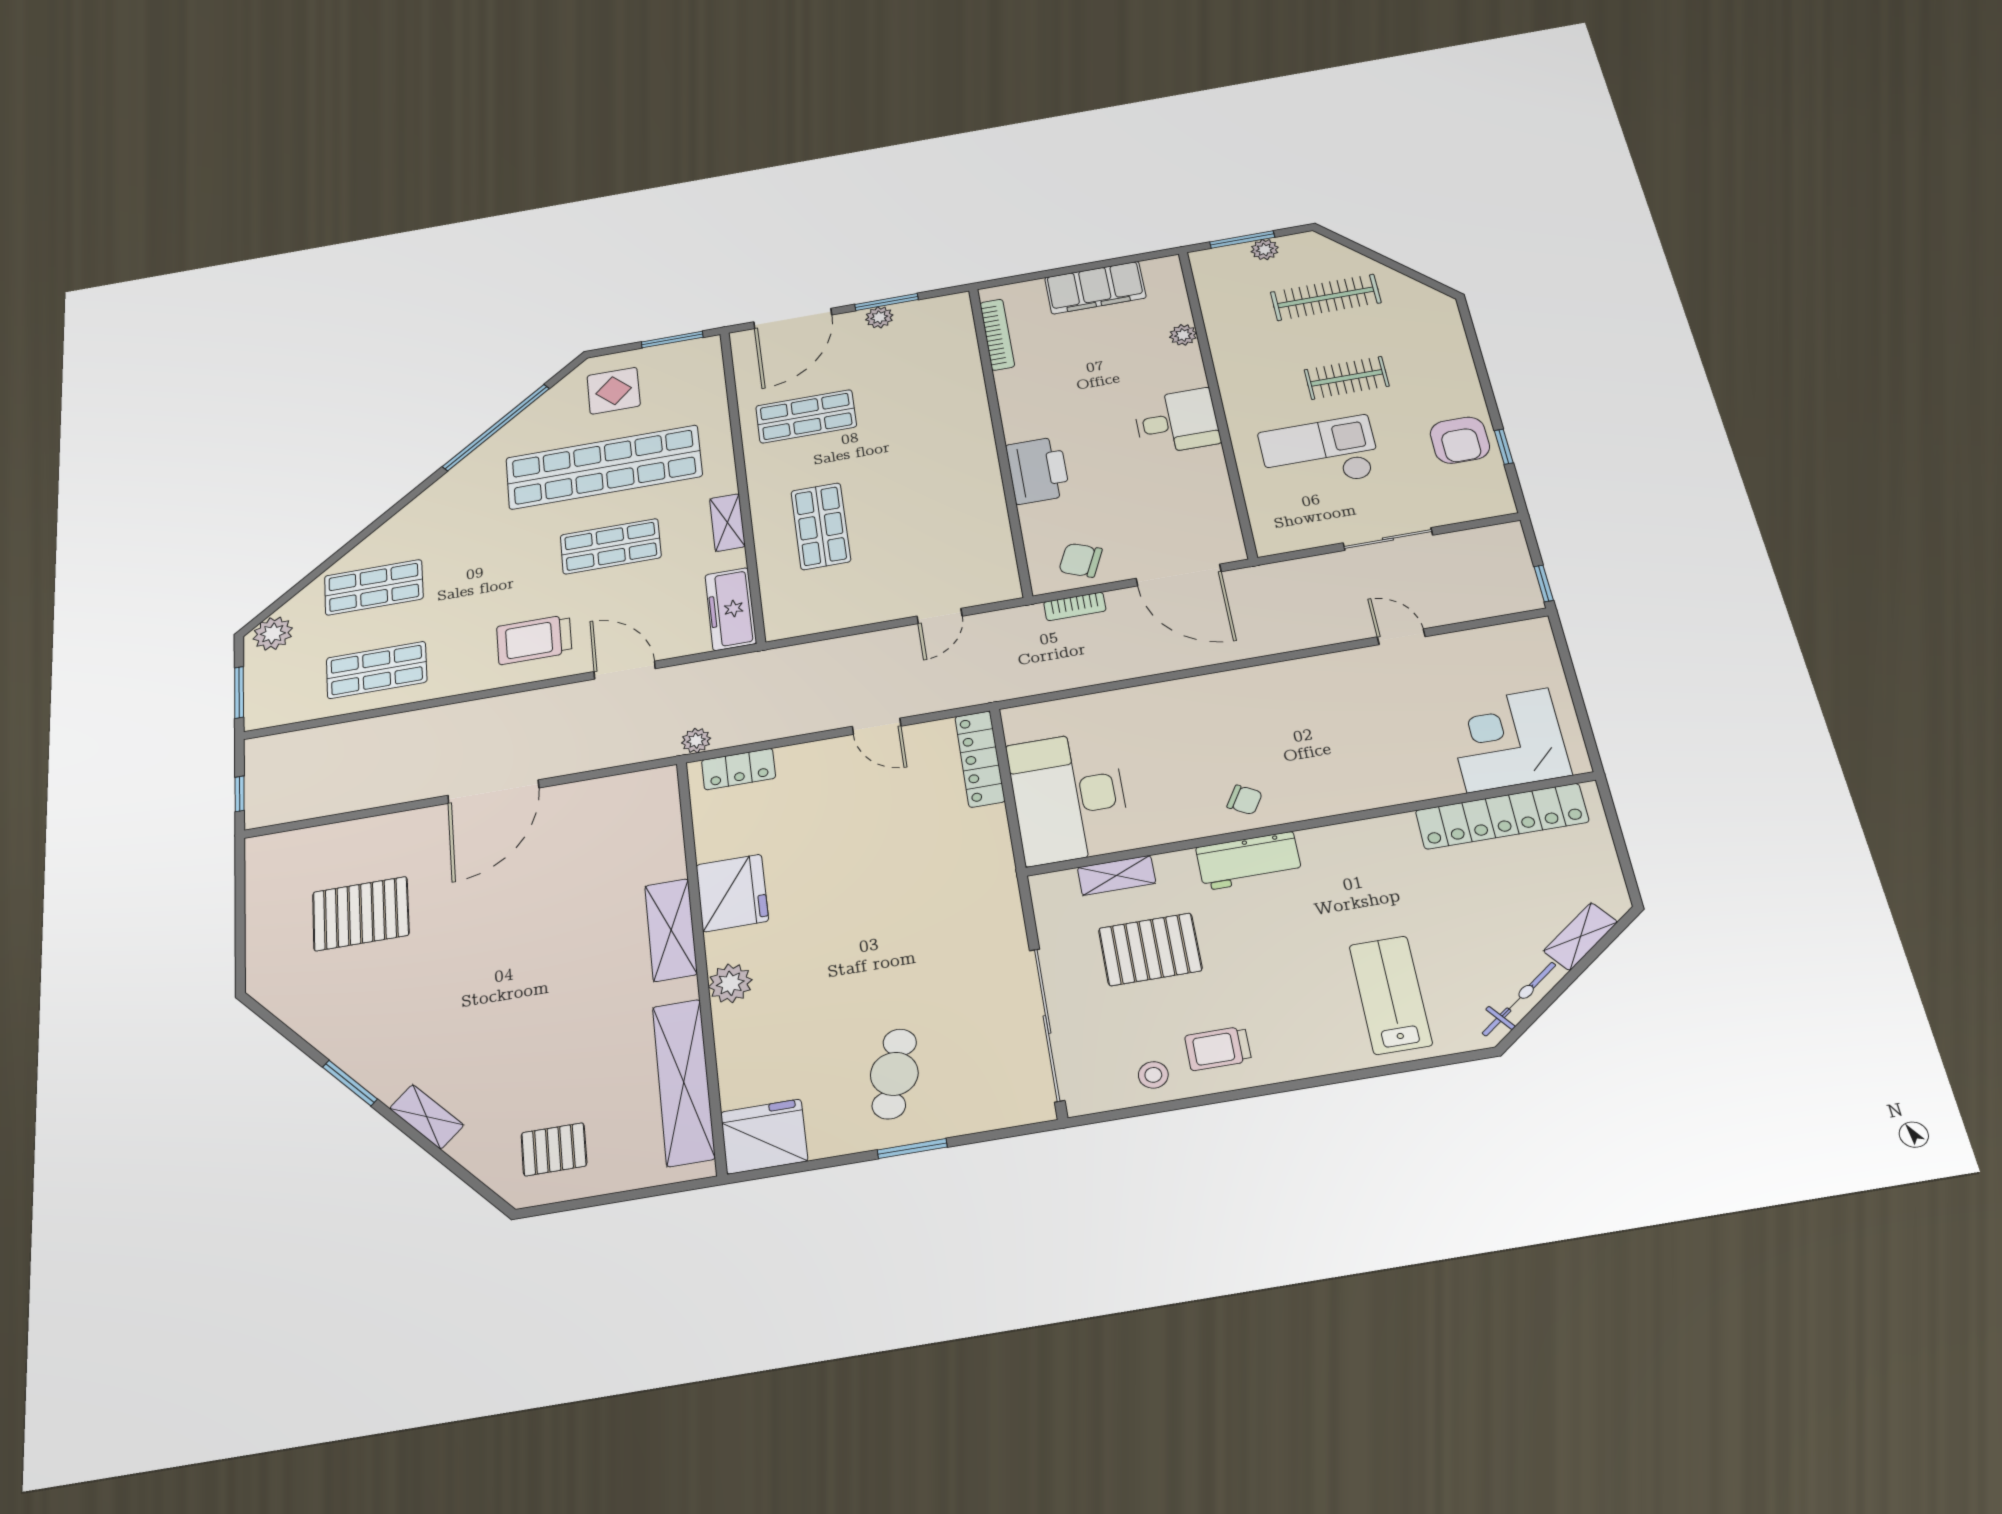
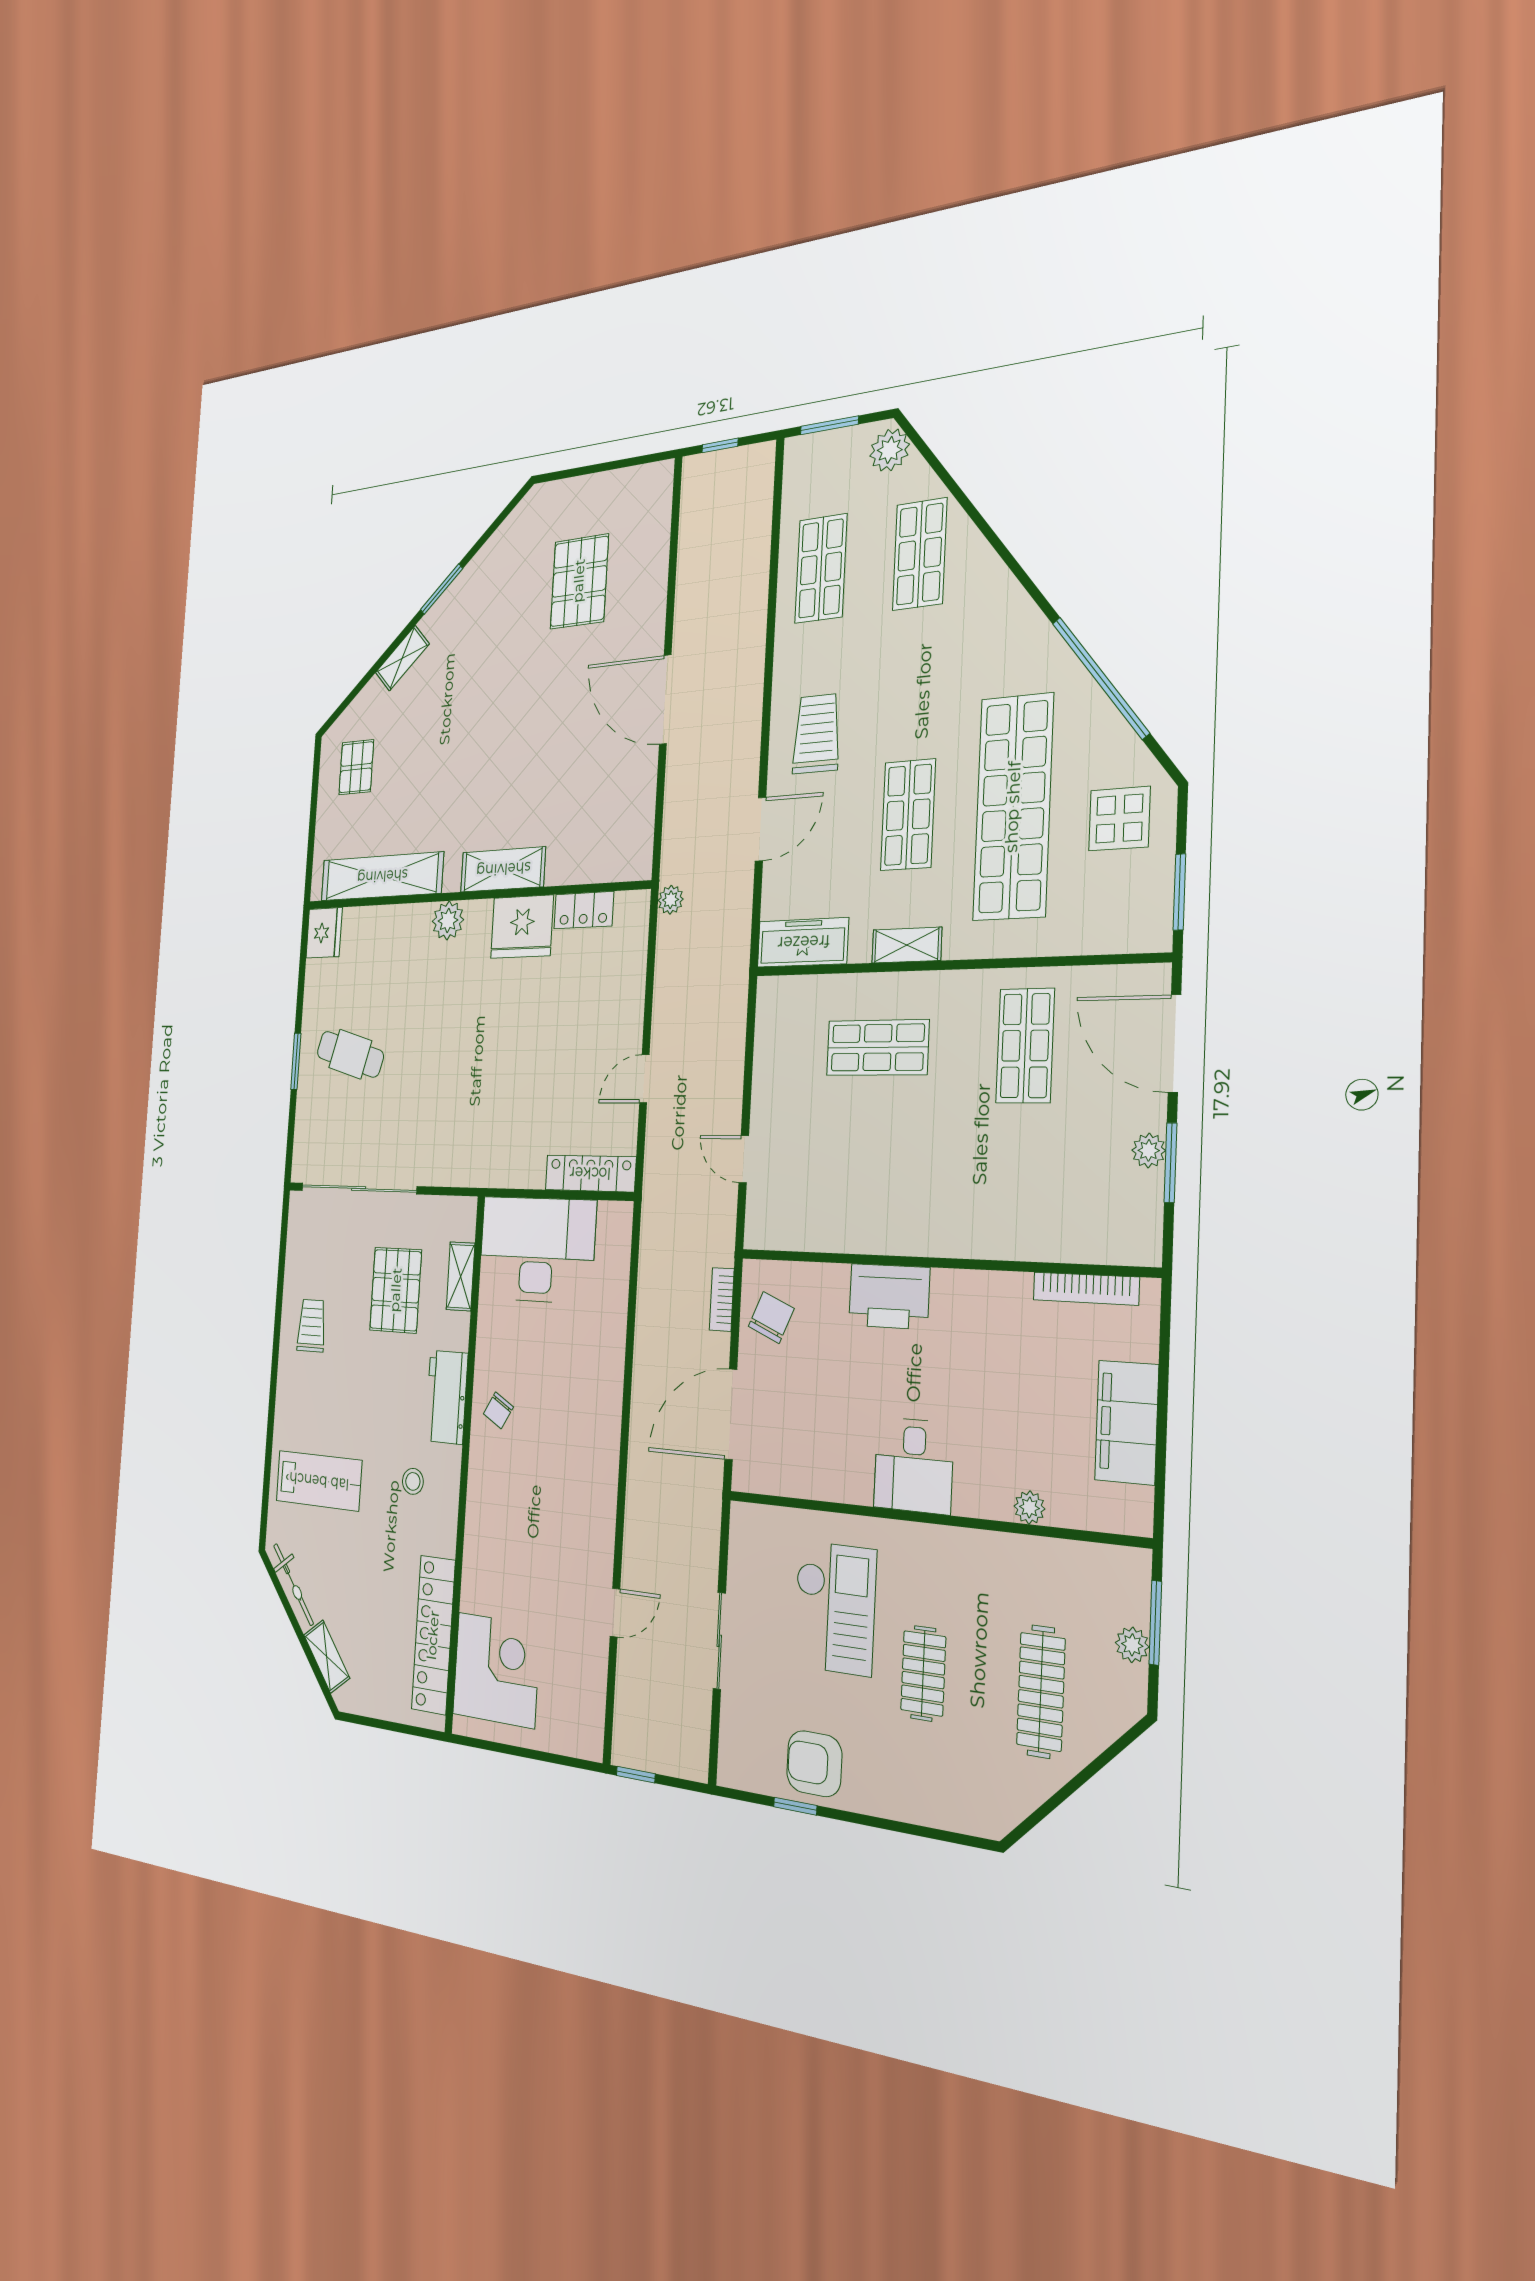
locker: (739, 769) -> (584, 910), moved, turned -90
stool: (1153, 1075) -> (413, 1481), moved
fridge: (764, 1136) -> (324, 933), width x0.73, depth x0.75

